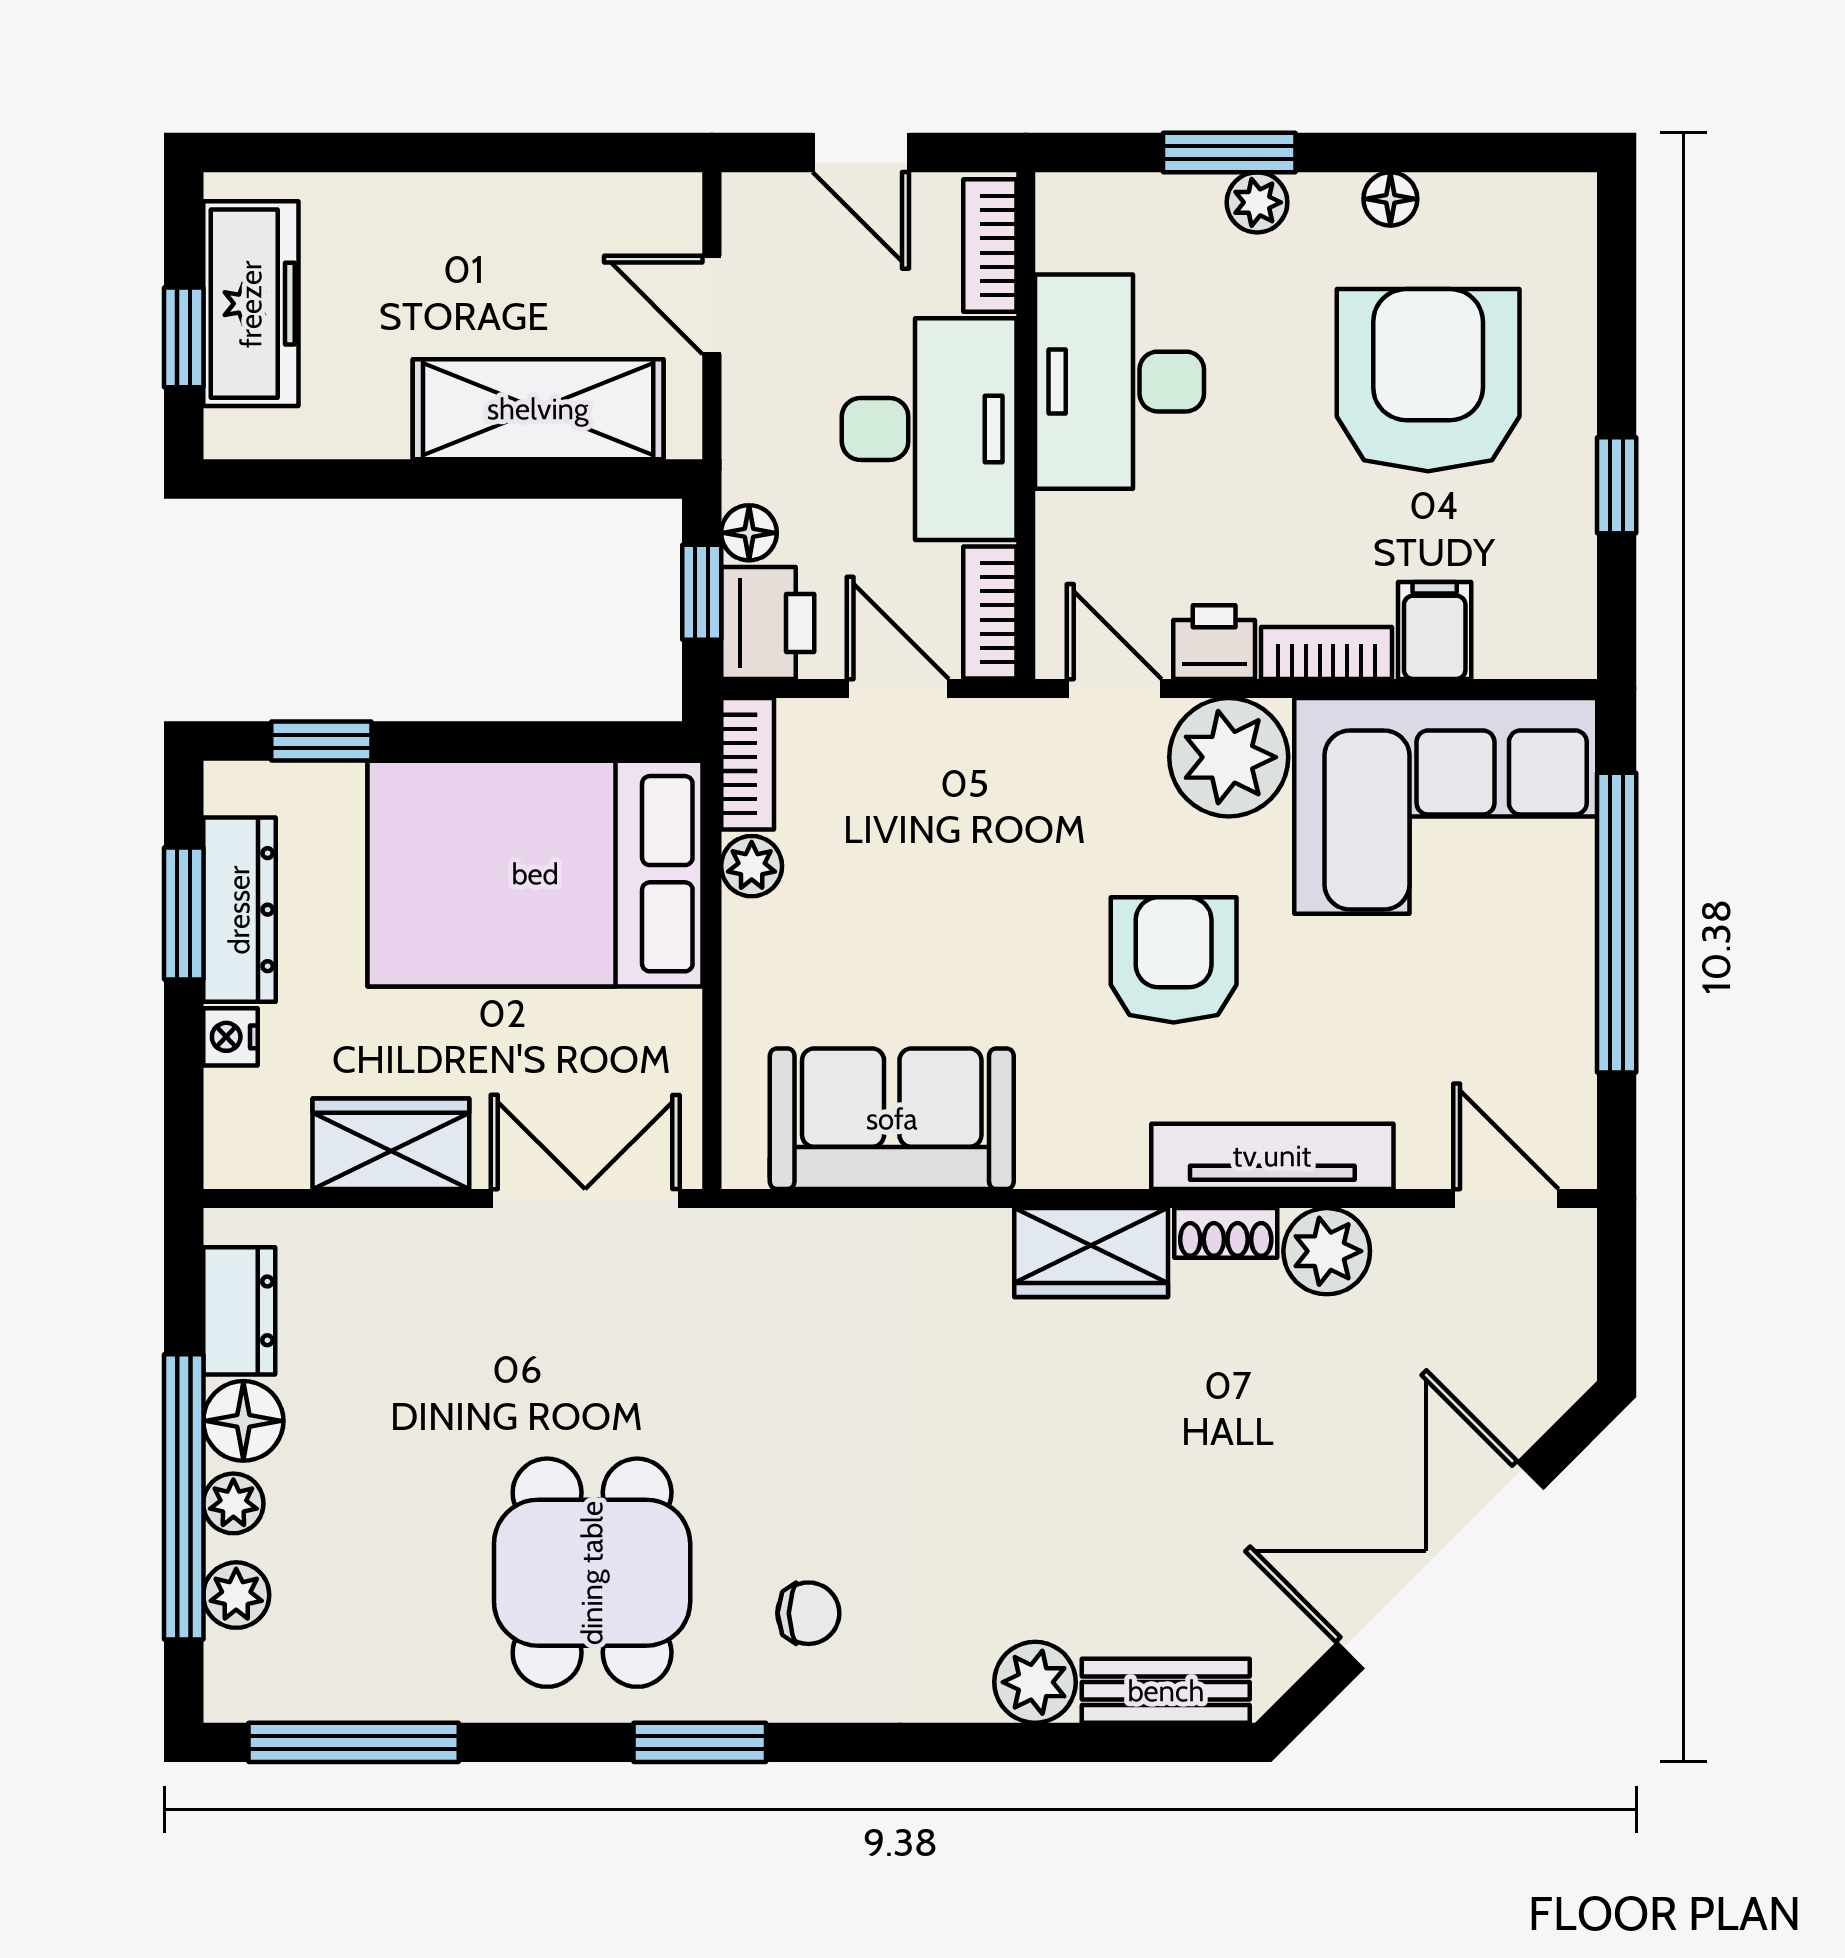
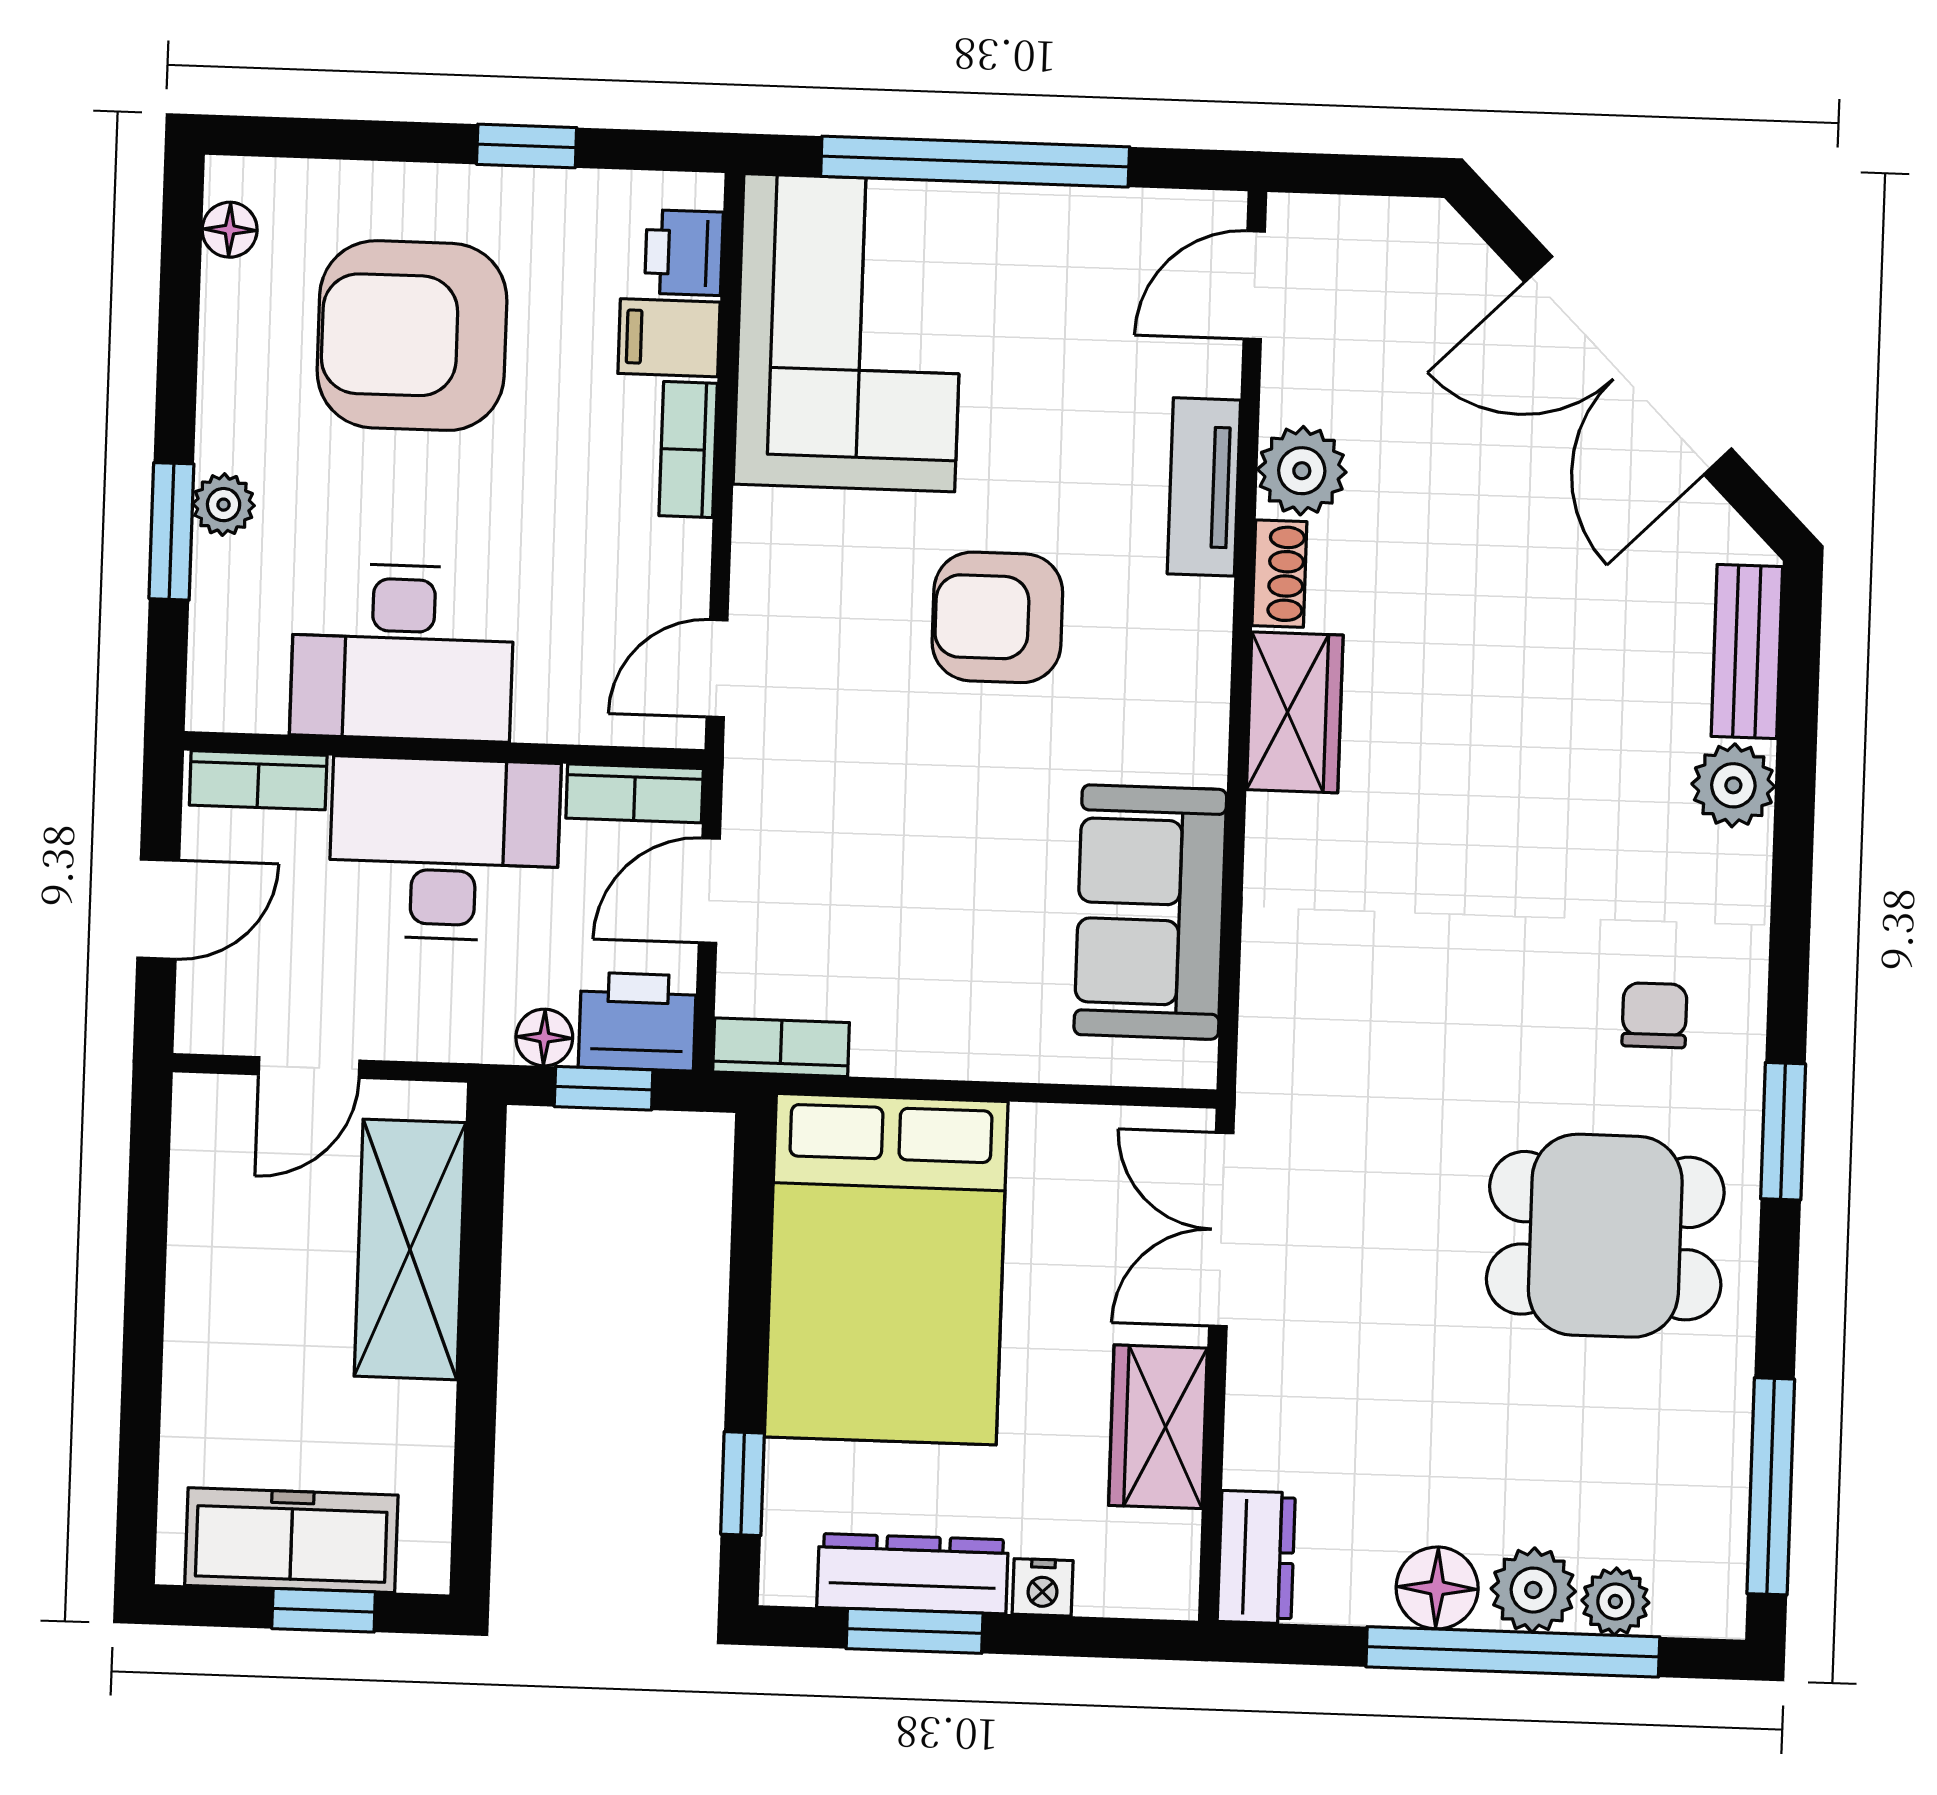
floor lamp: (1390, 199) -> (230, 230), moved
printer: (1214, 642) -> (684, 253), moved
plant: (1229, 757) -> (792, 554), removed
plant: (752, 866) -> (886, 1047), removed
tv unit: (1272, 1156) -> (1204, 487), width x0.71
dresser: (239, 1311) -> (1256, 1557), moved, turned 90
plant: (233, 1503) -> (1533, 1590), width x1.38, depth x1.38

